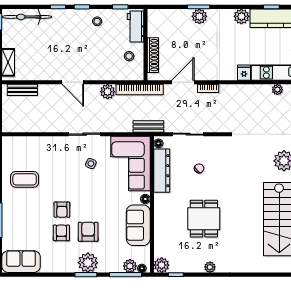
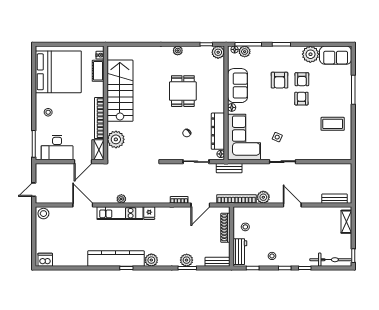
bench: (163, 14) -> (217, 262), added
plant: (88, 263) -> (310, 54), moved

